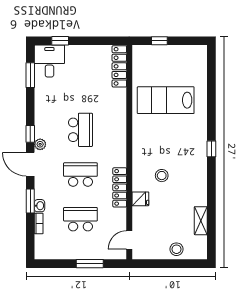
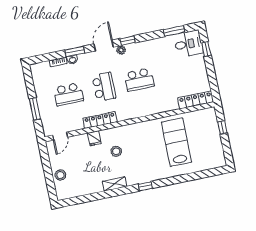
school desk: (80, 219) -> (68, 94), turned 90
shelving: (201, 221) -> (115, 184), moved
door: (129, 240) -> (60, 136), swing flipped

